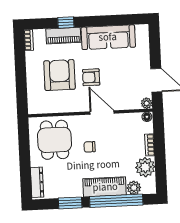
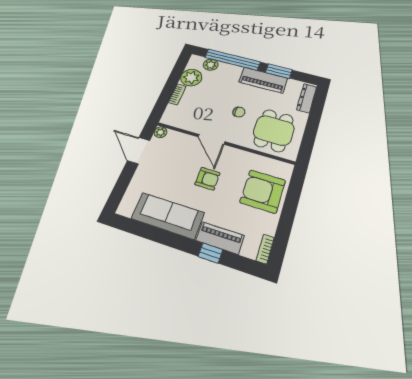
armchair: (60, 75) -> (263, 191), moved, turned 90
floor lamp: (147, 117) -> (167, 120), removed
piano: (105, 187) -> (263, 80), moved

